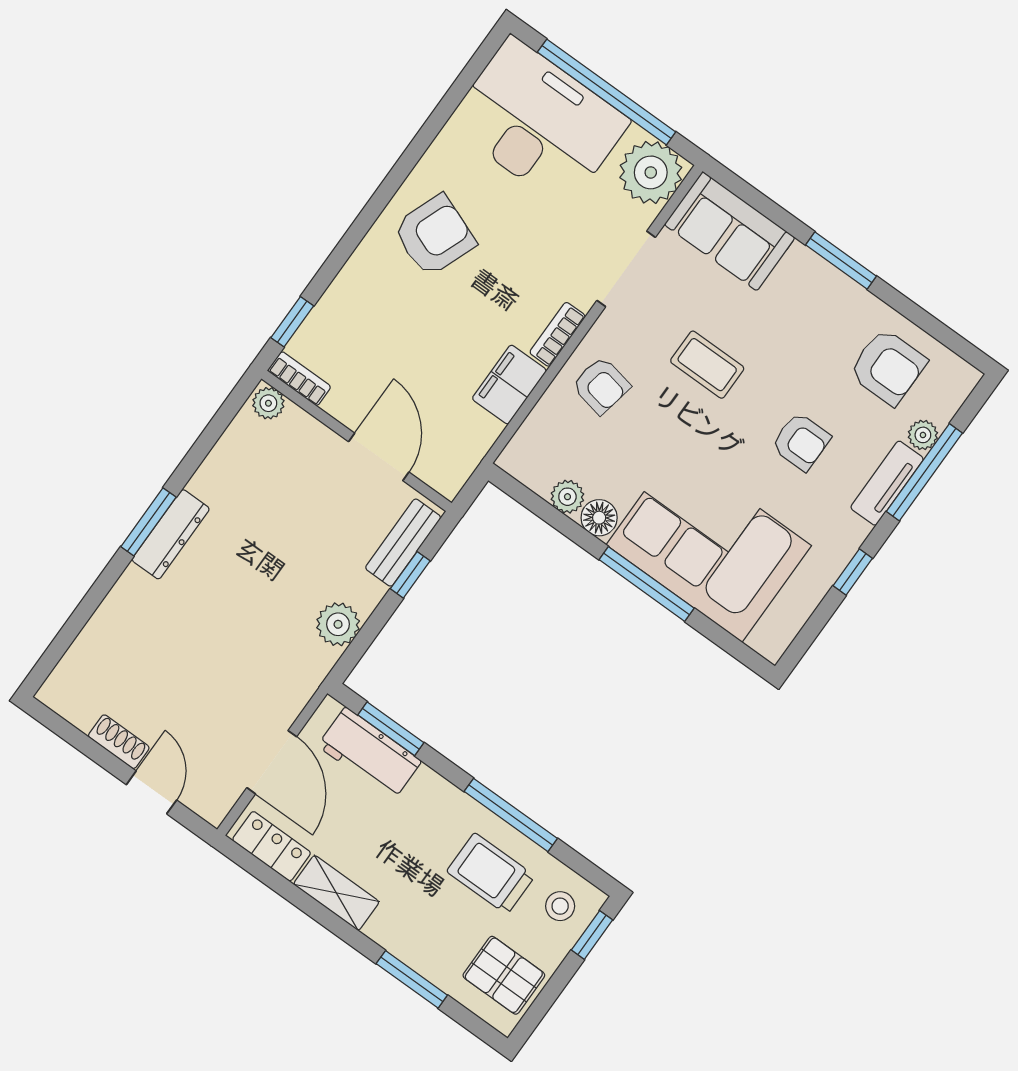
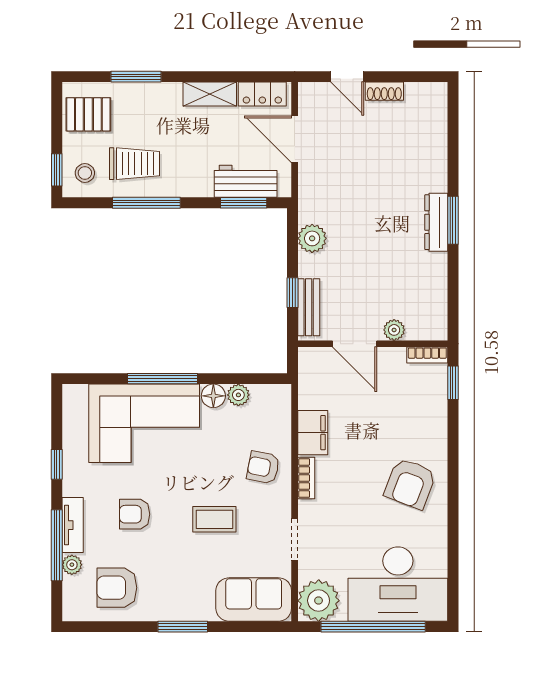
doorway: (626, 269) -> (295, 539), width x0.73
plant: (268, 403) -> (394, 330), moved

